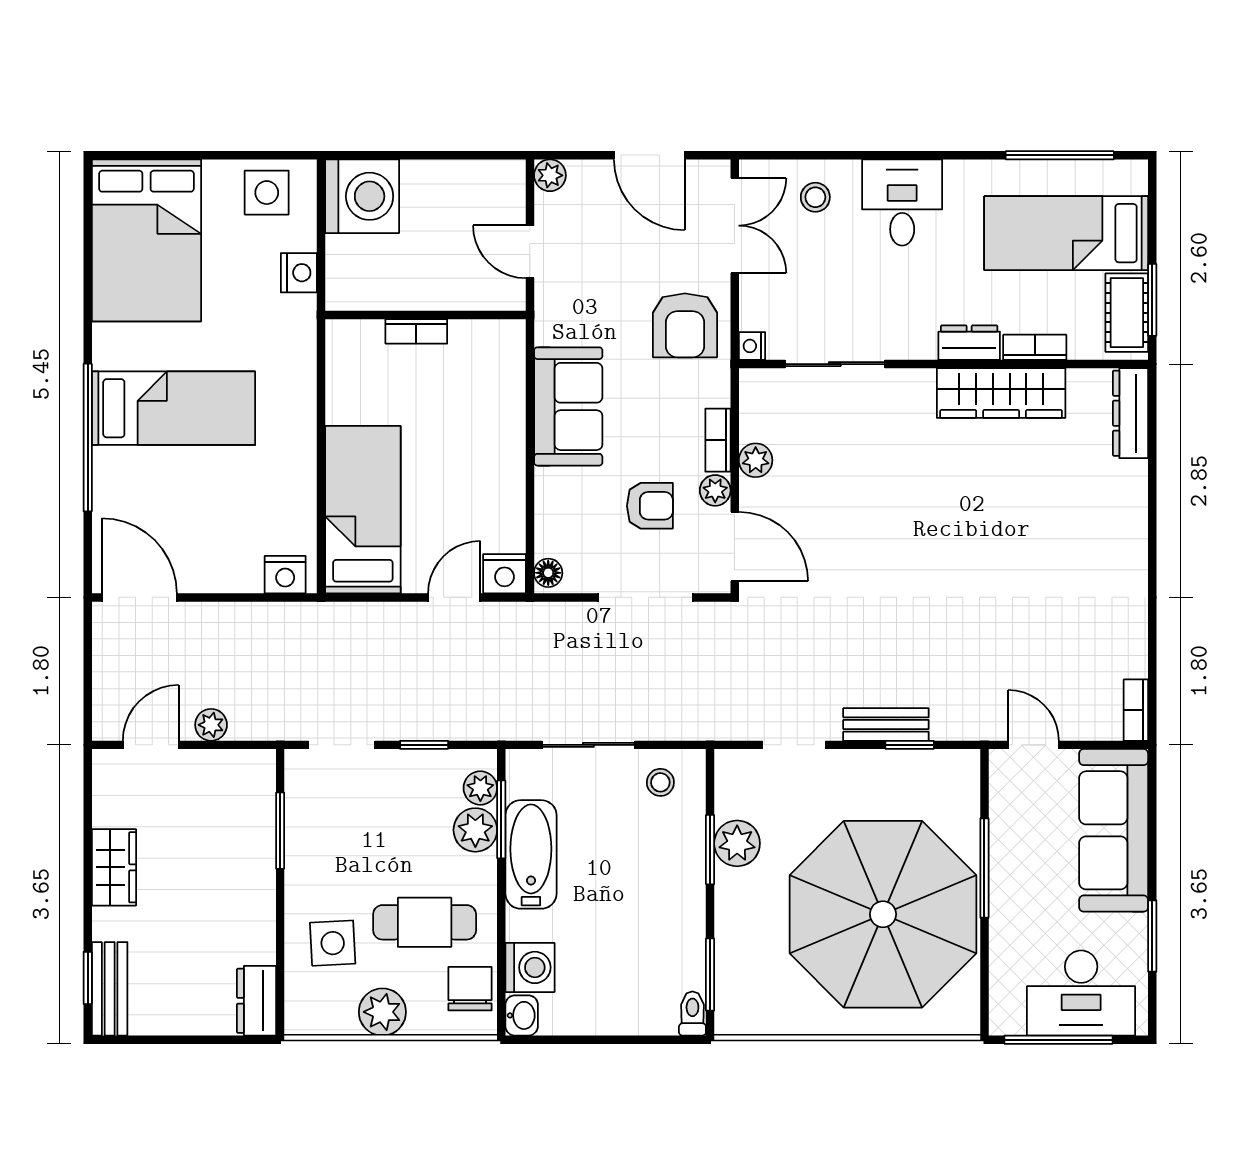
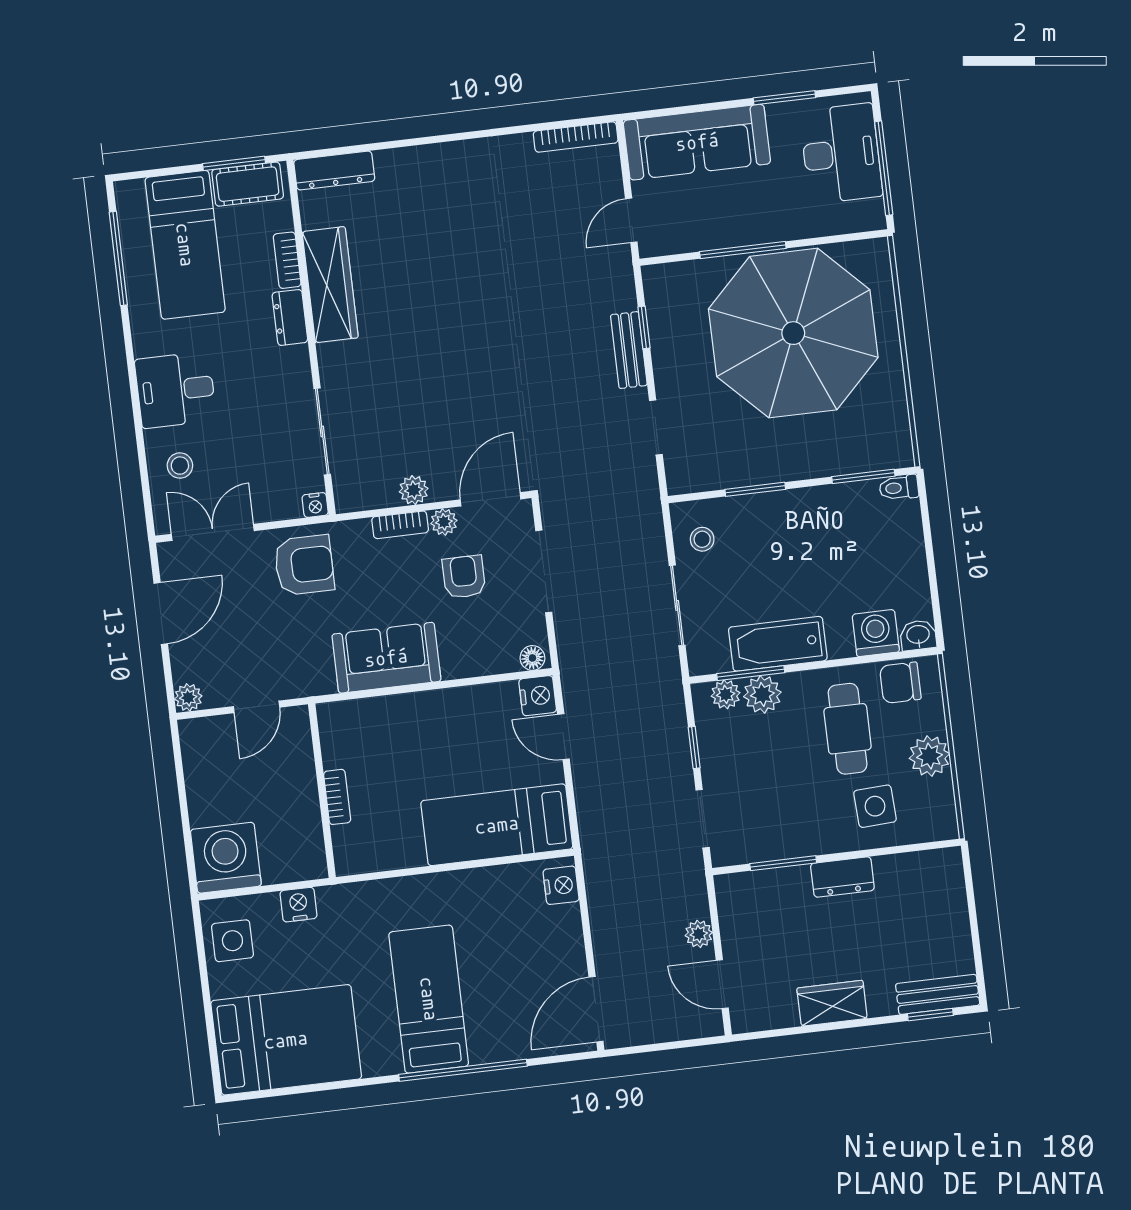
bookcase: (1136, 710) -> (576, 137), width x1.56
plant: (737, 843) -> (747, 467), removed
dresser: (256, 1001) -> (842, 877), moved

